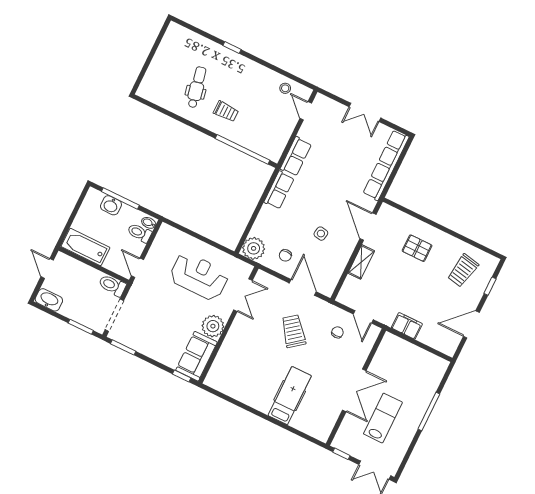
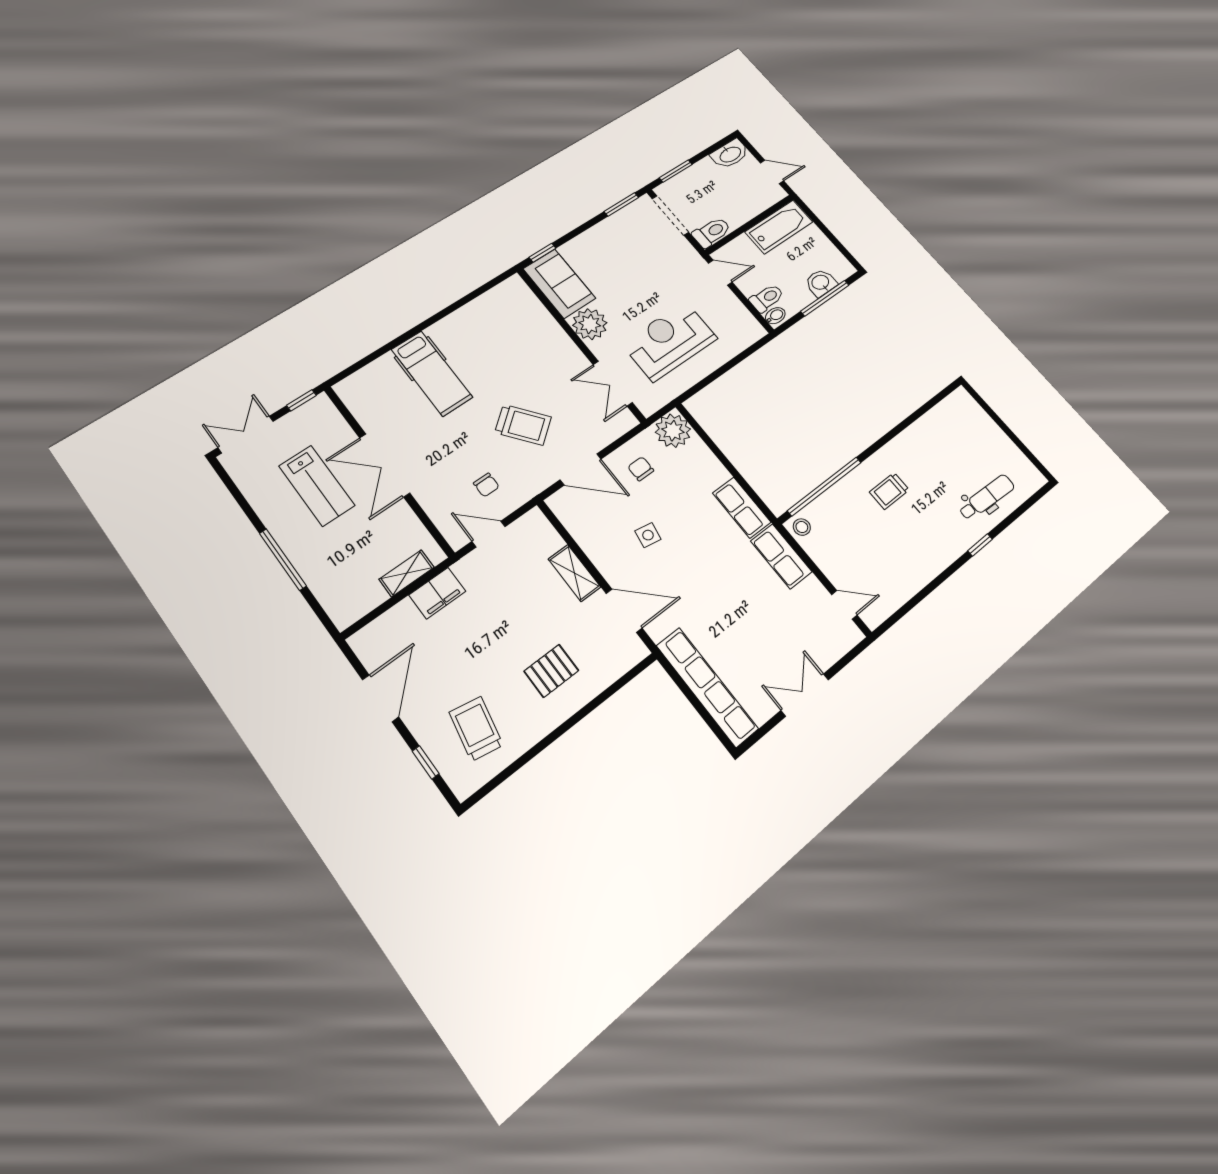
dental chair: (197, 87) -> (987, 497), moved, turned -75
stool: (285, 88) -> (802, 527), moved
reception desk: (199, 276) -> (669, 341), turned 180
shelving: (405, 347) -> (407, 573), added

